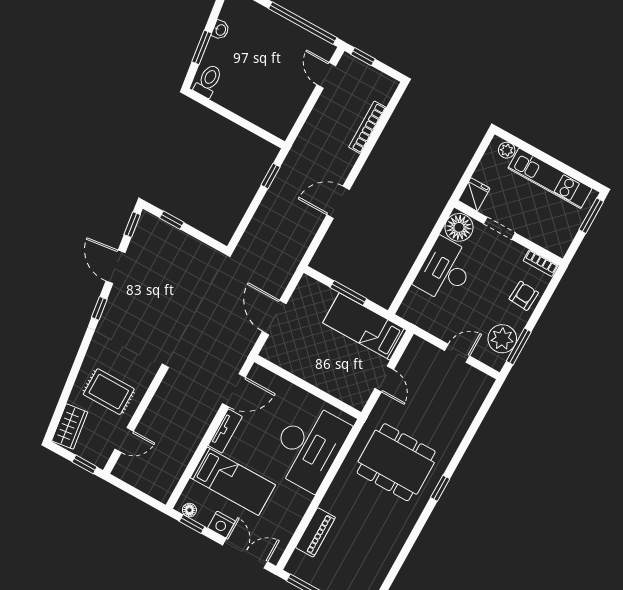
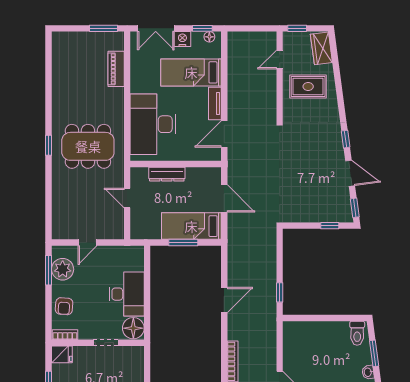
fridge: (474, 194) -> (62, 354), moved, turned -90
bed: (365, 326) -> (191, 226), moved, turned 180
dresser: (324, 381) -> (167, 174), added

